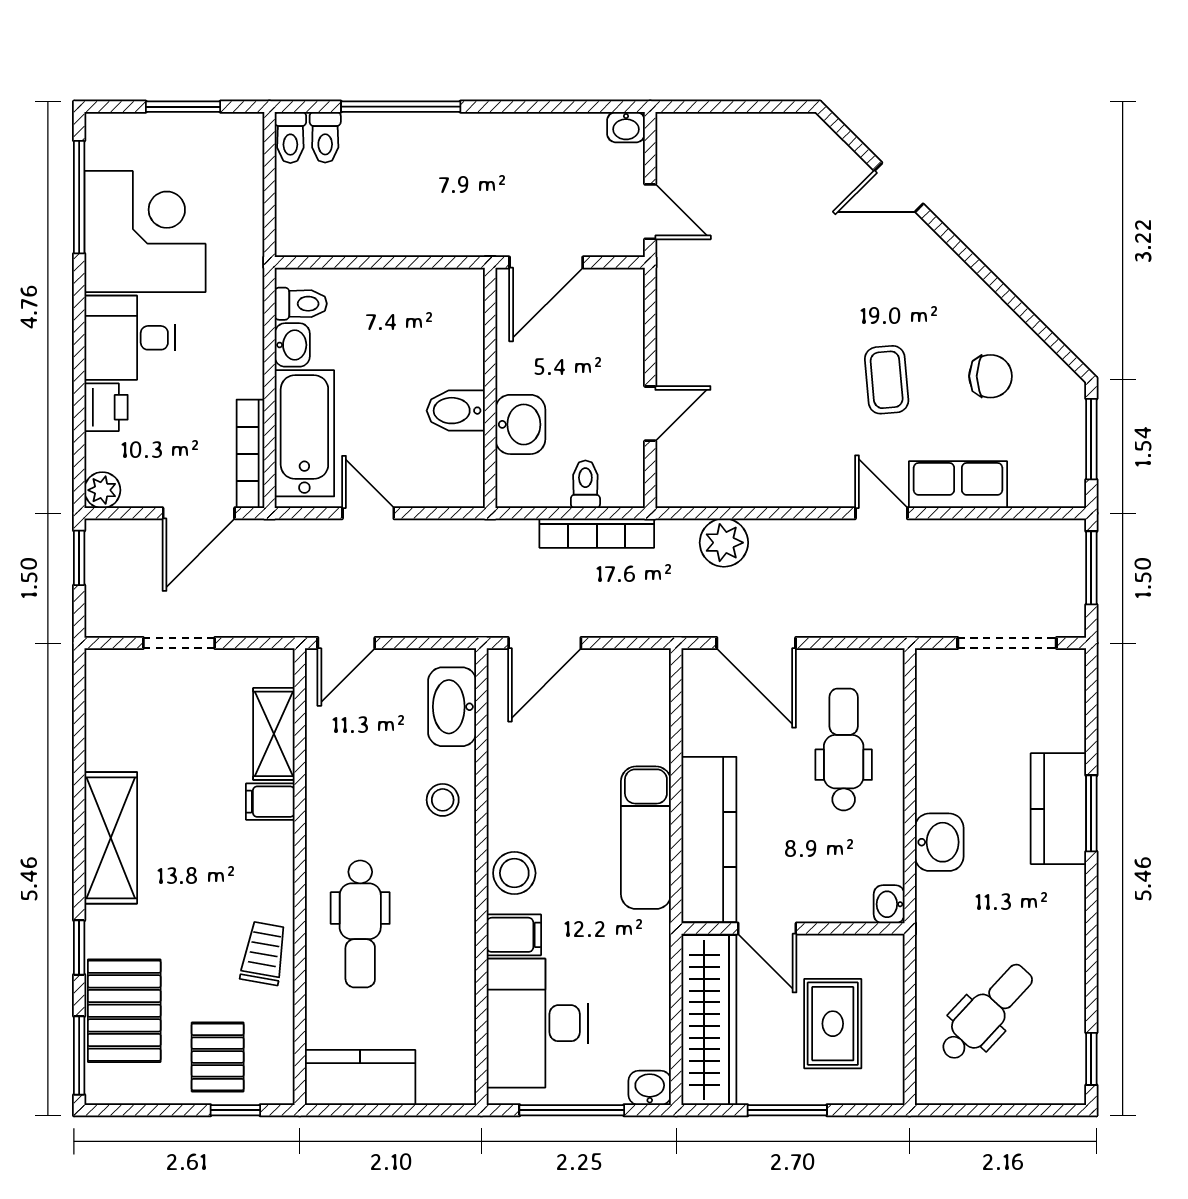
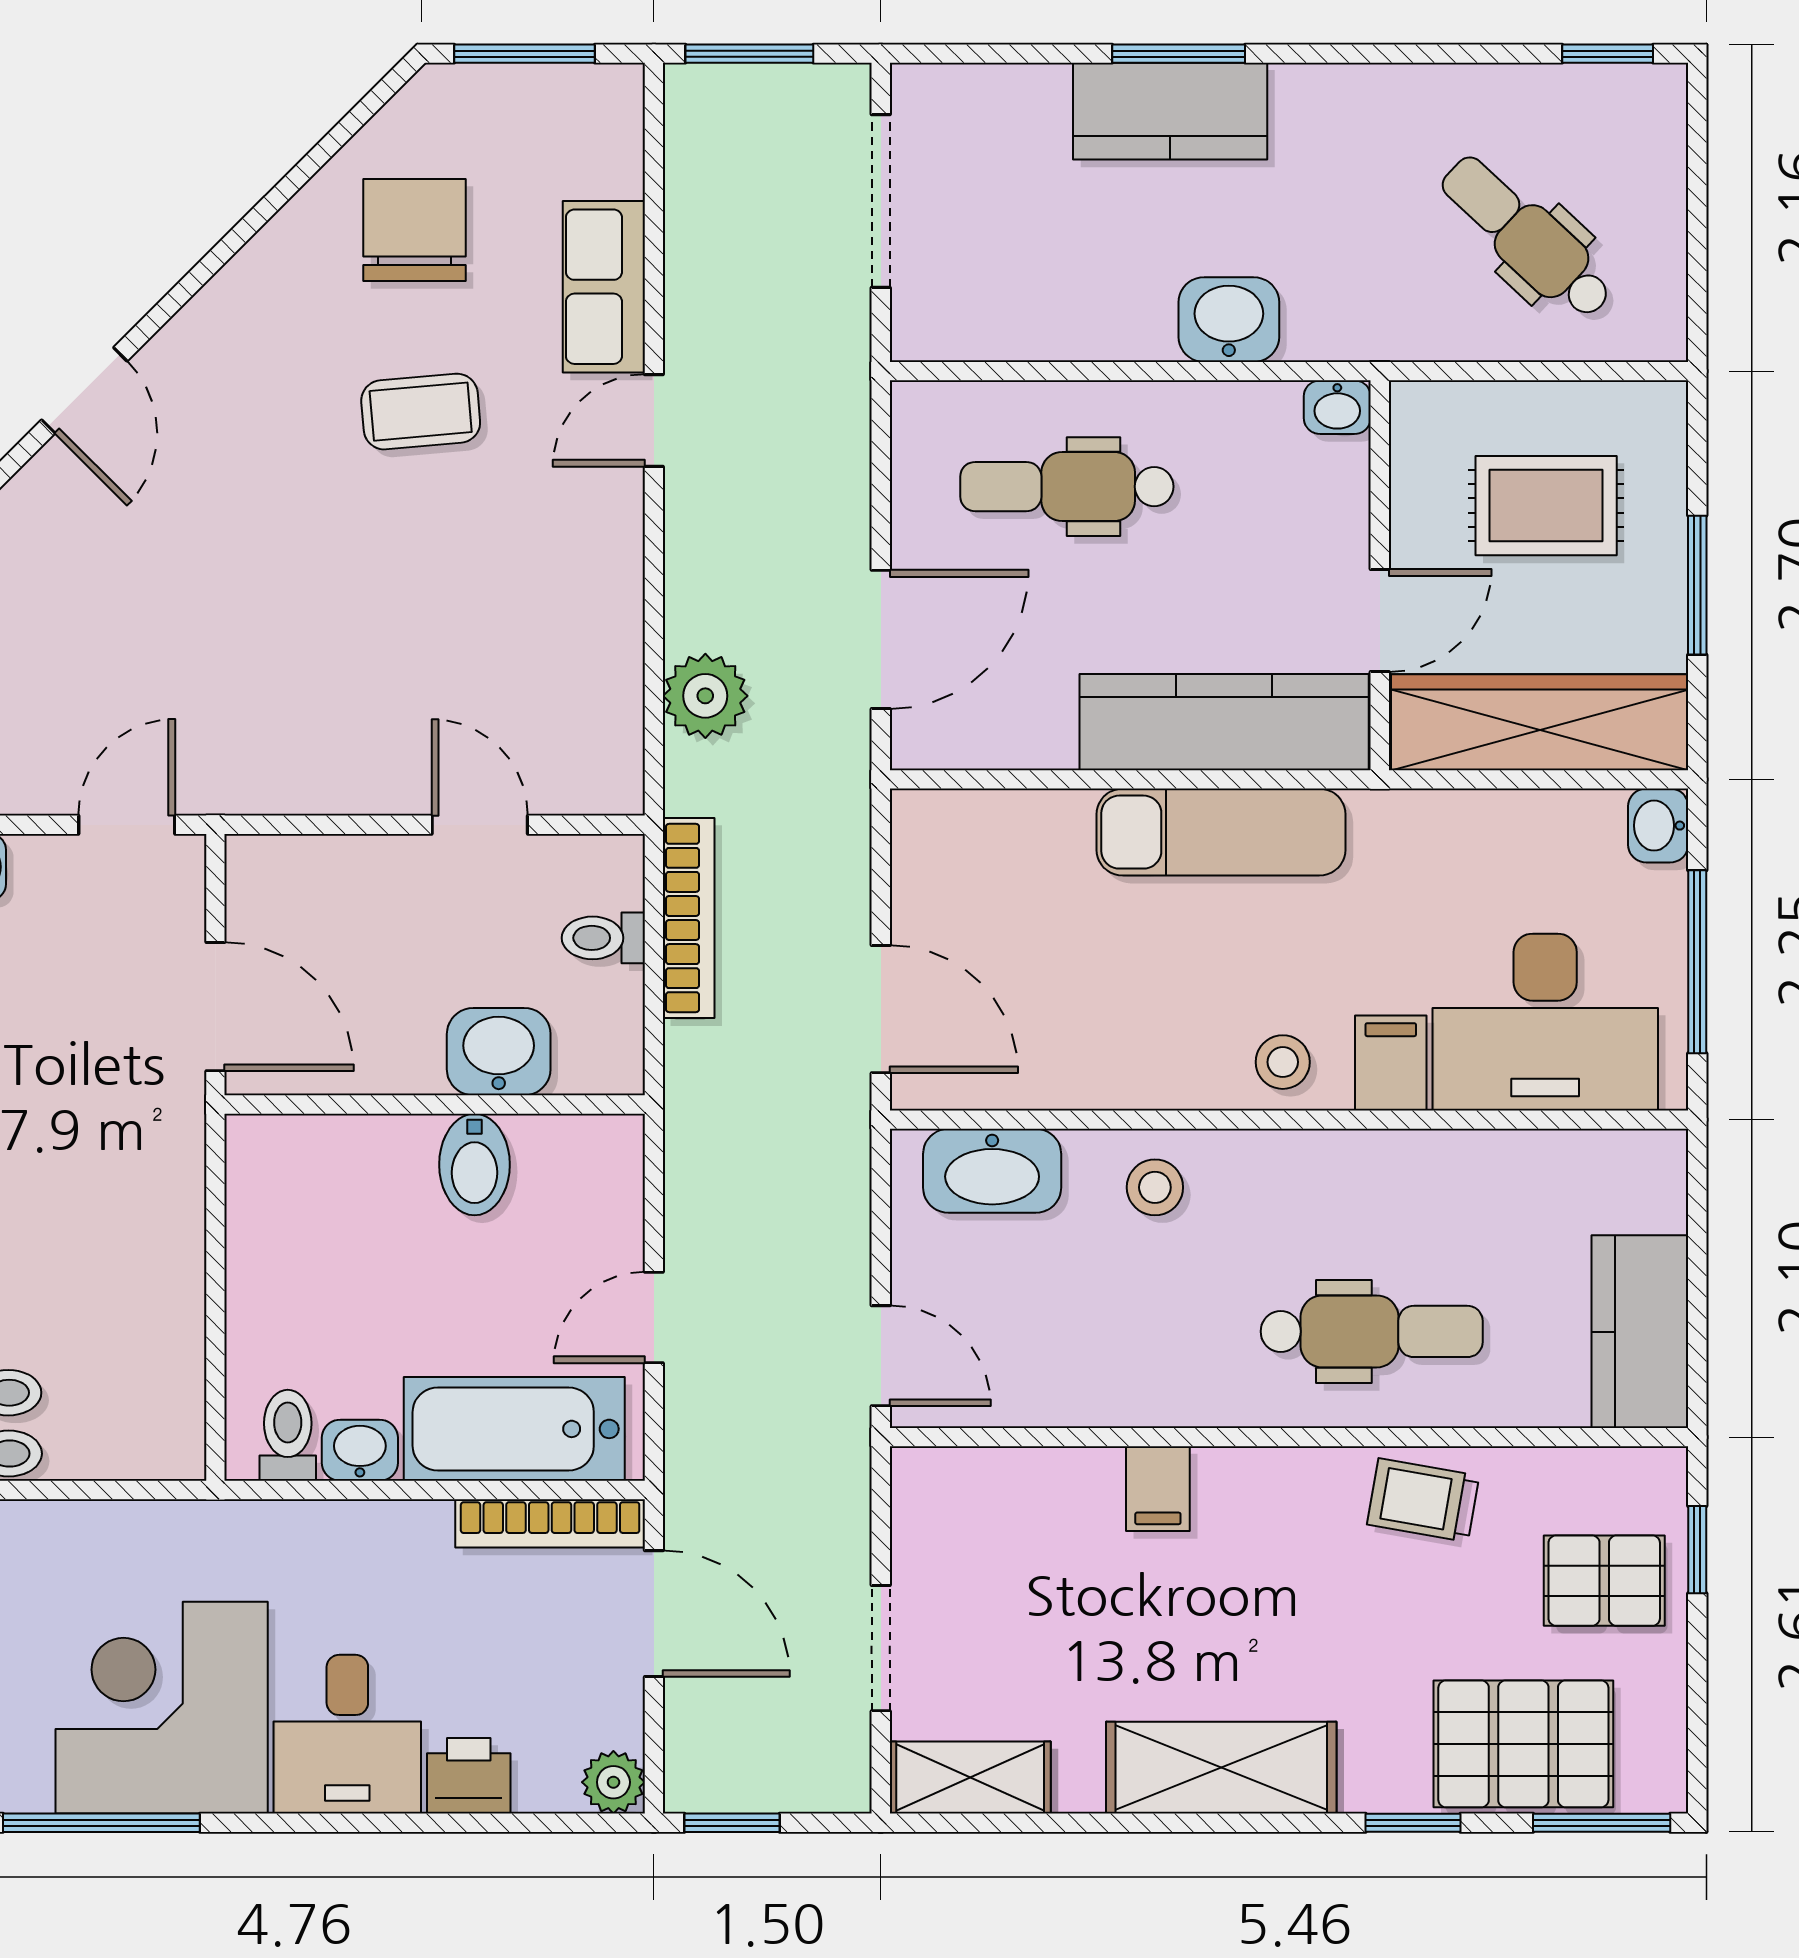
chair: (990, 376) -> (414, 230), width x1.37, depth x1.37
shelving: (274, 734) -> (970, 1777), moved
stool: (514, 873) -> (1283, 1062), width x0.73, depth x0.73

